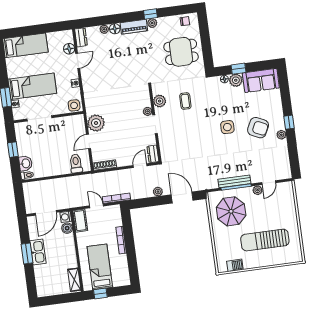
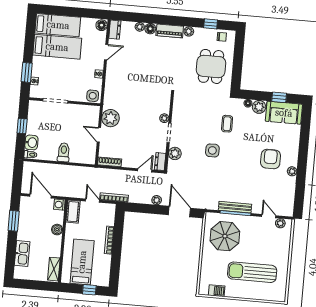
window: (150, 14) -> (211, 24), moved
floor lamp: (69, 49) -> (102, 25), moved
dining table: (181, 52) -> (211, 66), turned 90
window: (239, 69) -> (279, 97), moved
bed: (32, 86) -> (57, 47), moved
plant: (160, 101) -> (175, 153), moved
coffee table: (185, 101) -> (227, 124), moved
window: (289, 122) -> (302, 161), removed
side table: (227, 127) -> (212, 150), moved
armchair: (258, 128) -> (271, 159), turned -116
door: (89, 141) -> (99, 135), hinge flipped
toilet: (76, 164) -> (64, 152), moved
door: (269, 183) -> (269, 216), swing flipped
plant: (258, 190) -> (280, 223), moved
door: (46, 213) -> (41, 196), swing flipped
boiler: (67, 228) -> (57, 230), moved
kitchen sink: (38, 252) -> (22, 254), moved
window: (27, 253) -> (14, 221), moved
window: (100, 294) -> (89, 290), moved

